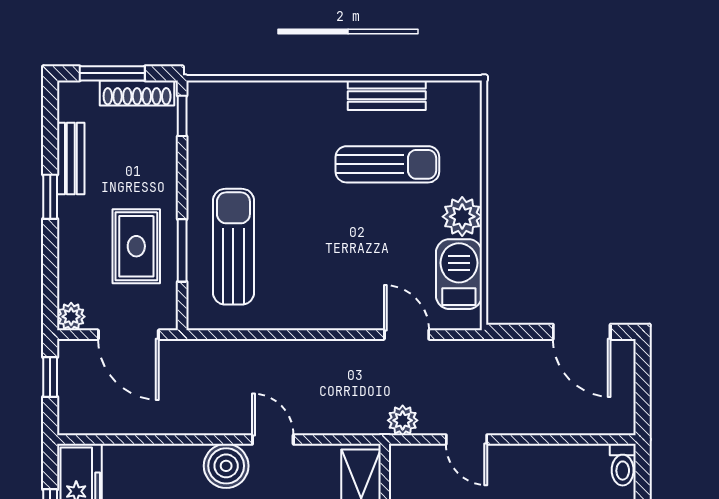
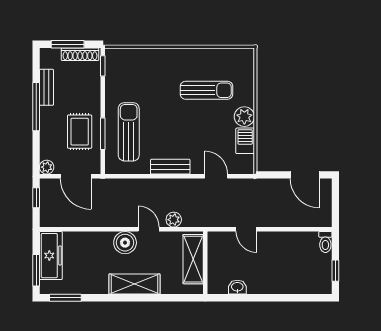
bench: (387, 95) -> (170, 167), moved
window: (50, 197) -> (36, 107), width x2.17
barbecue: (459, 274) -> (245, 141), width x0.73, depth x0.79
plant: (403, 420) -> (174, 220), moved

